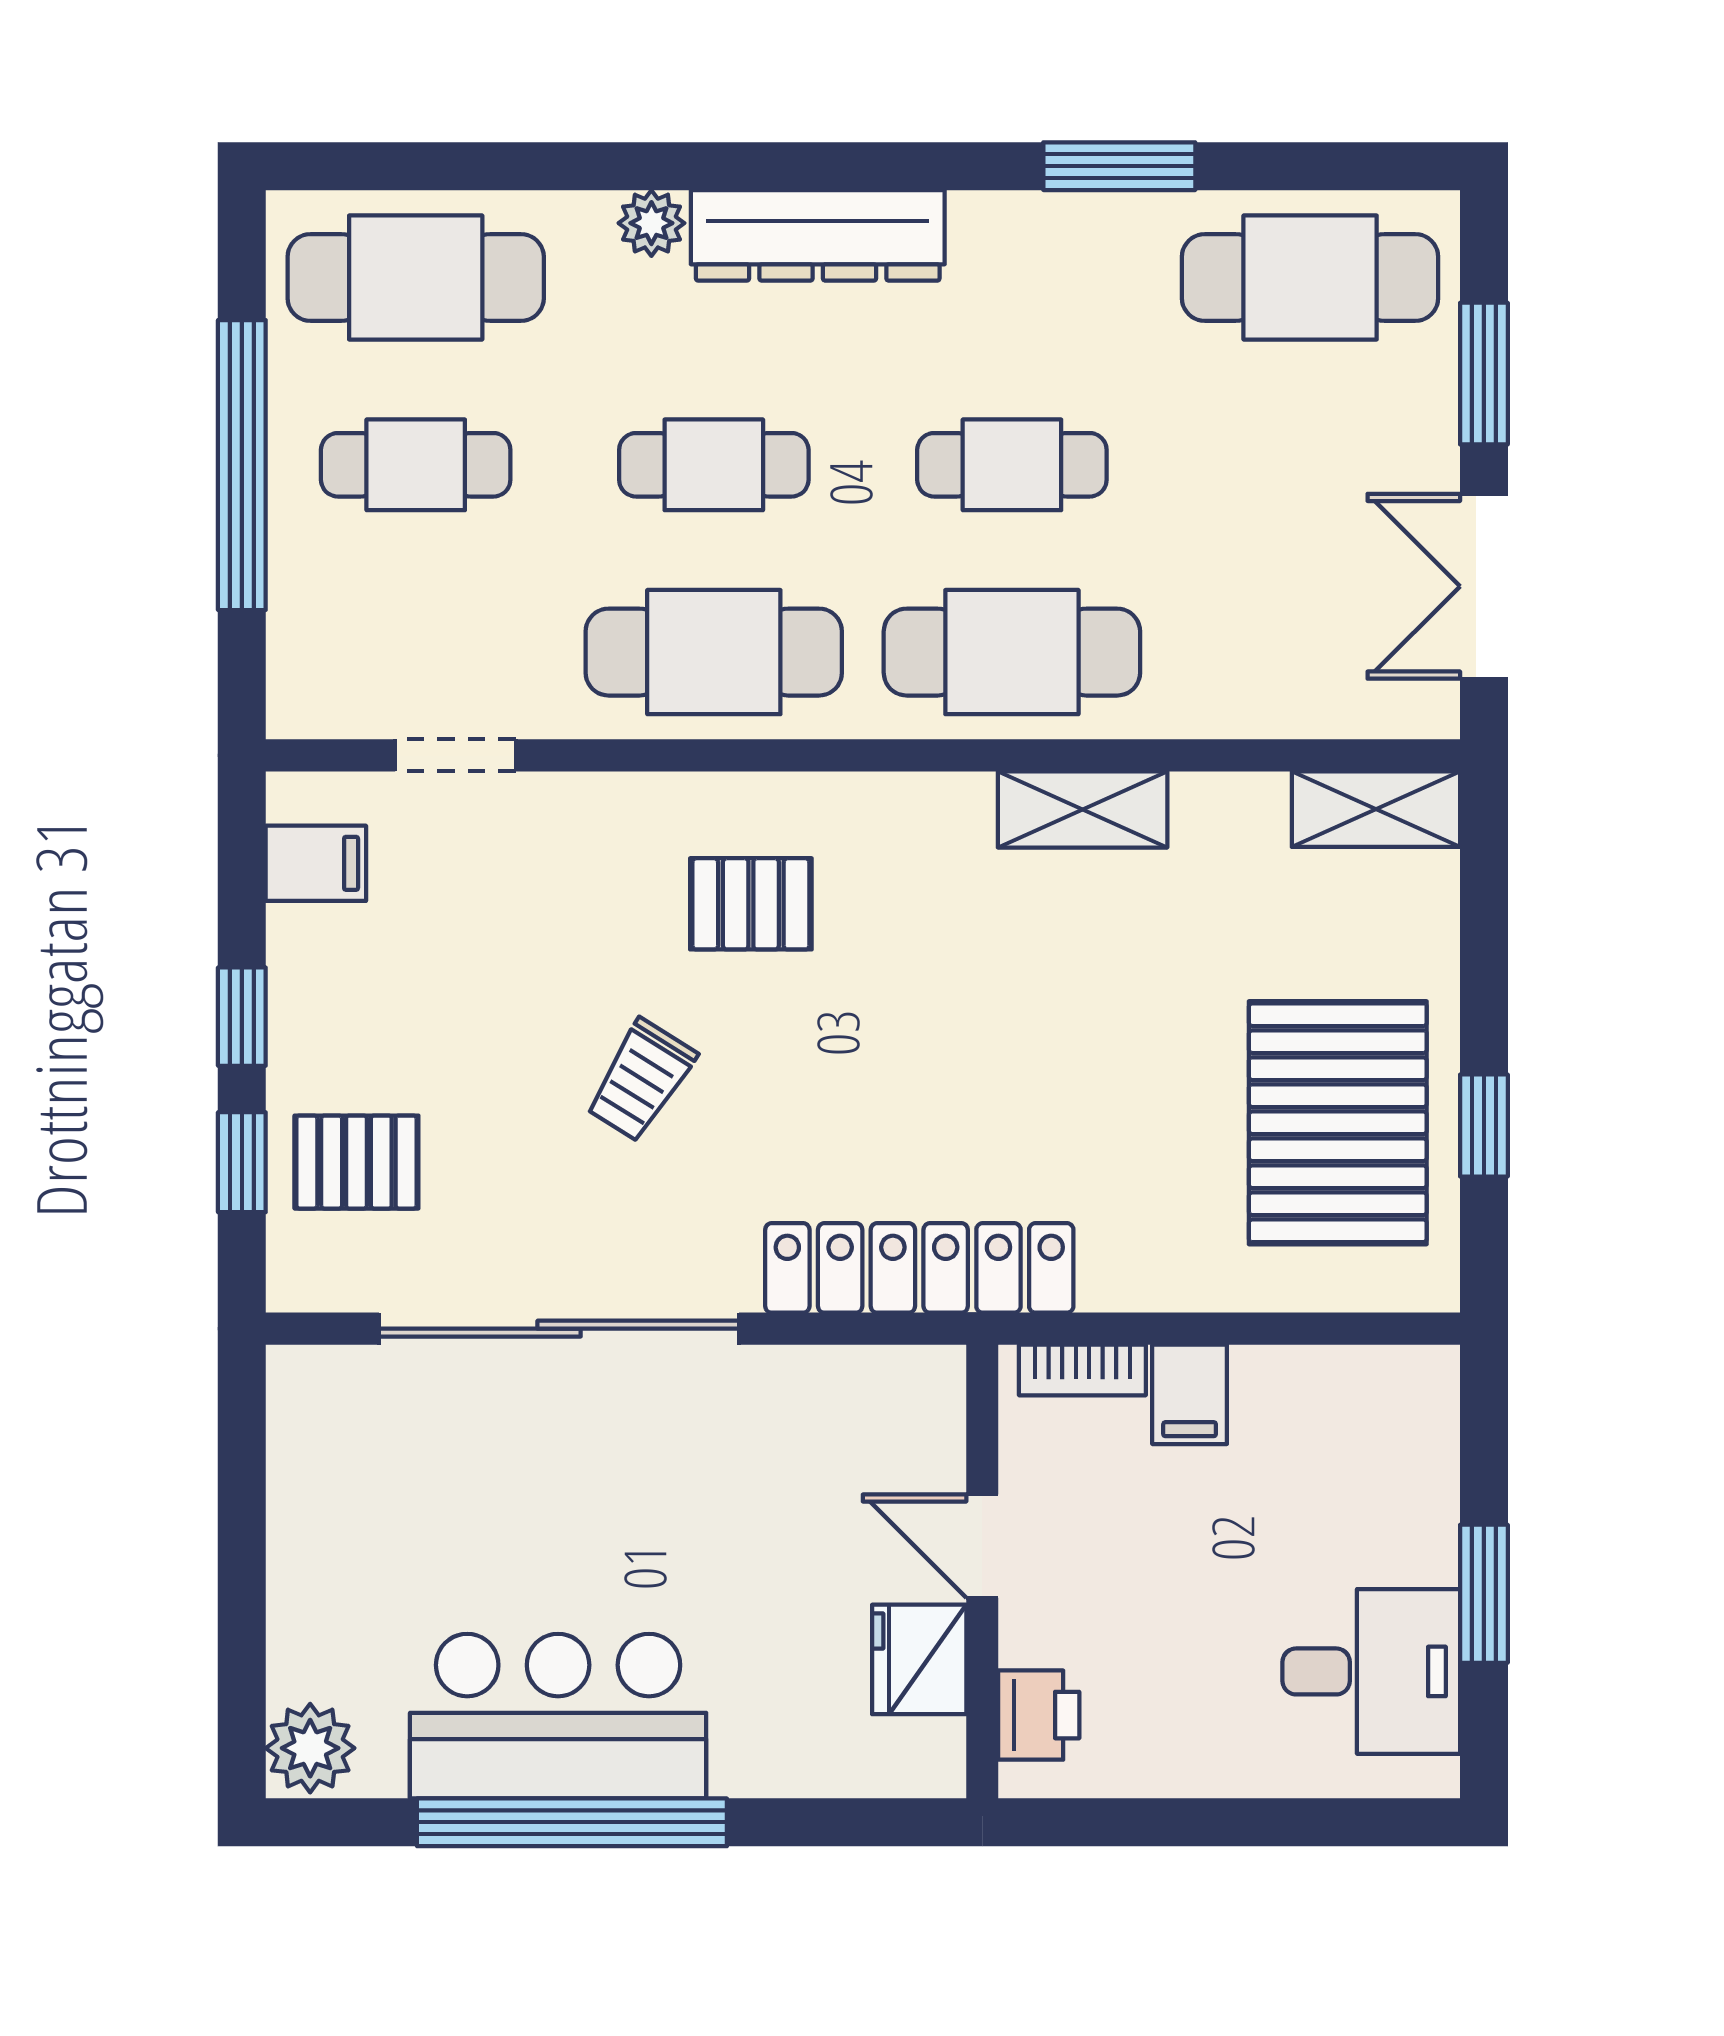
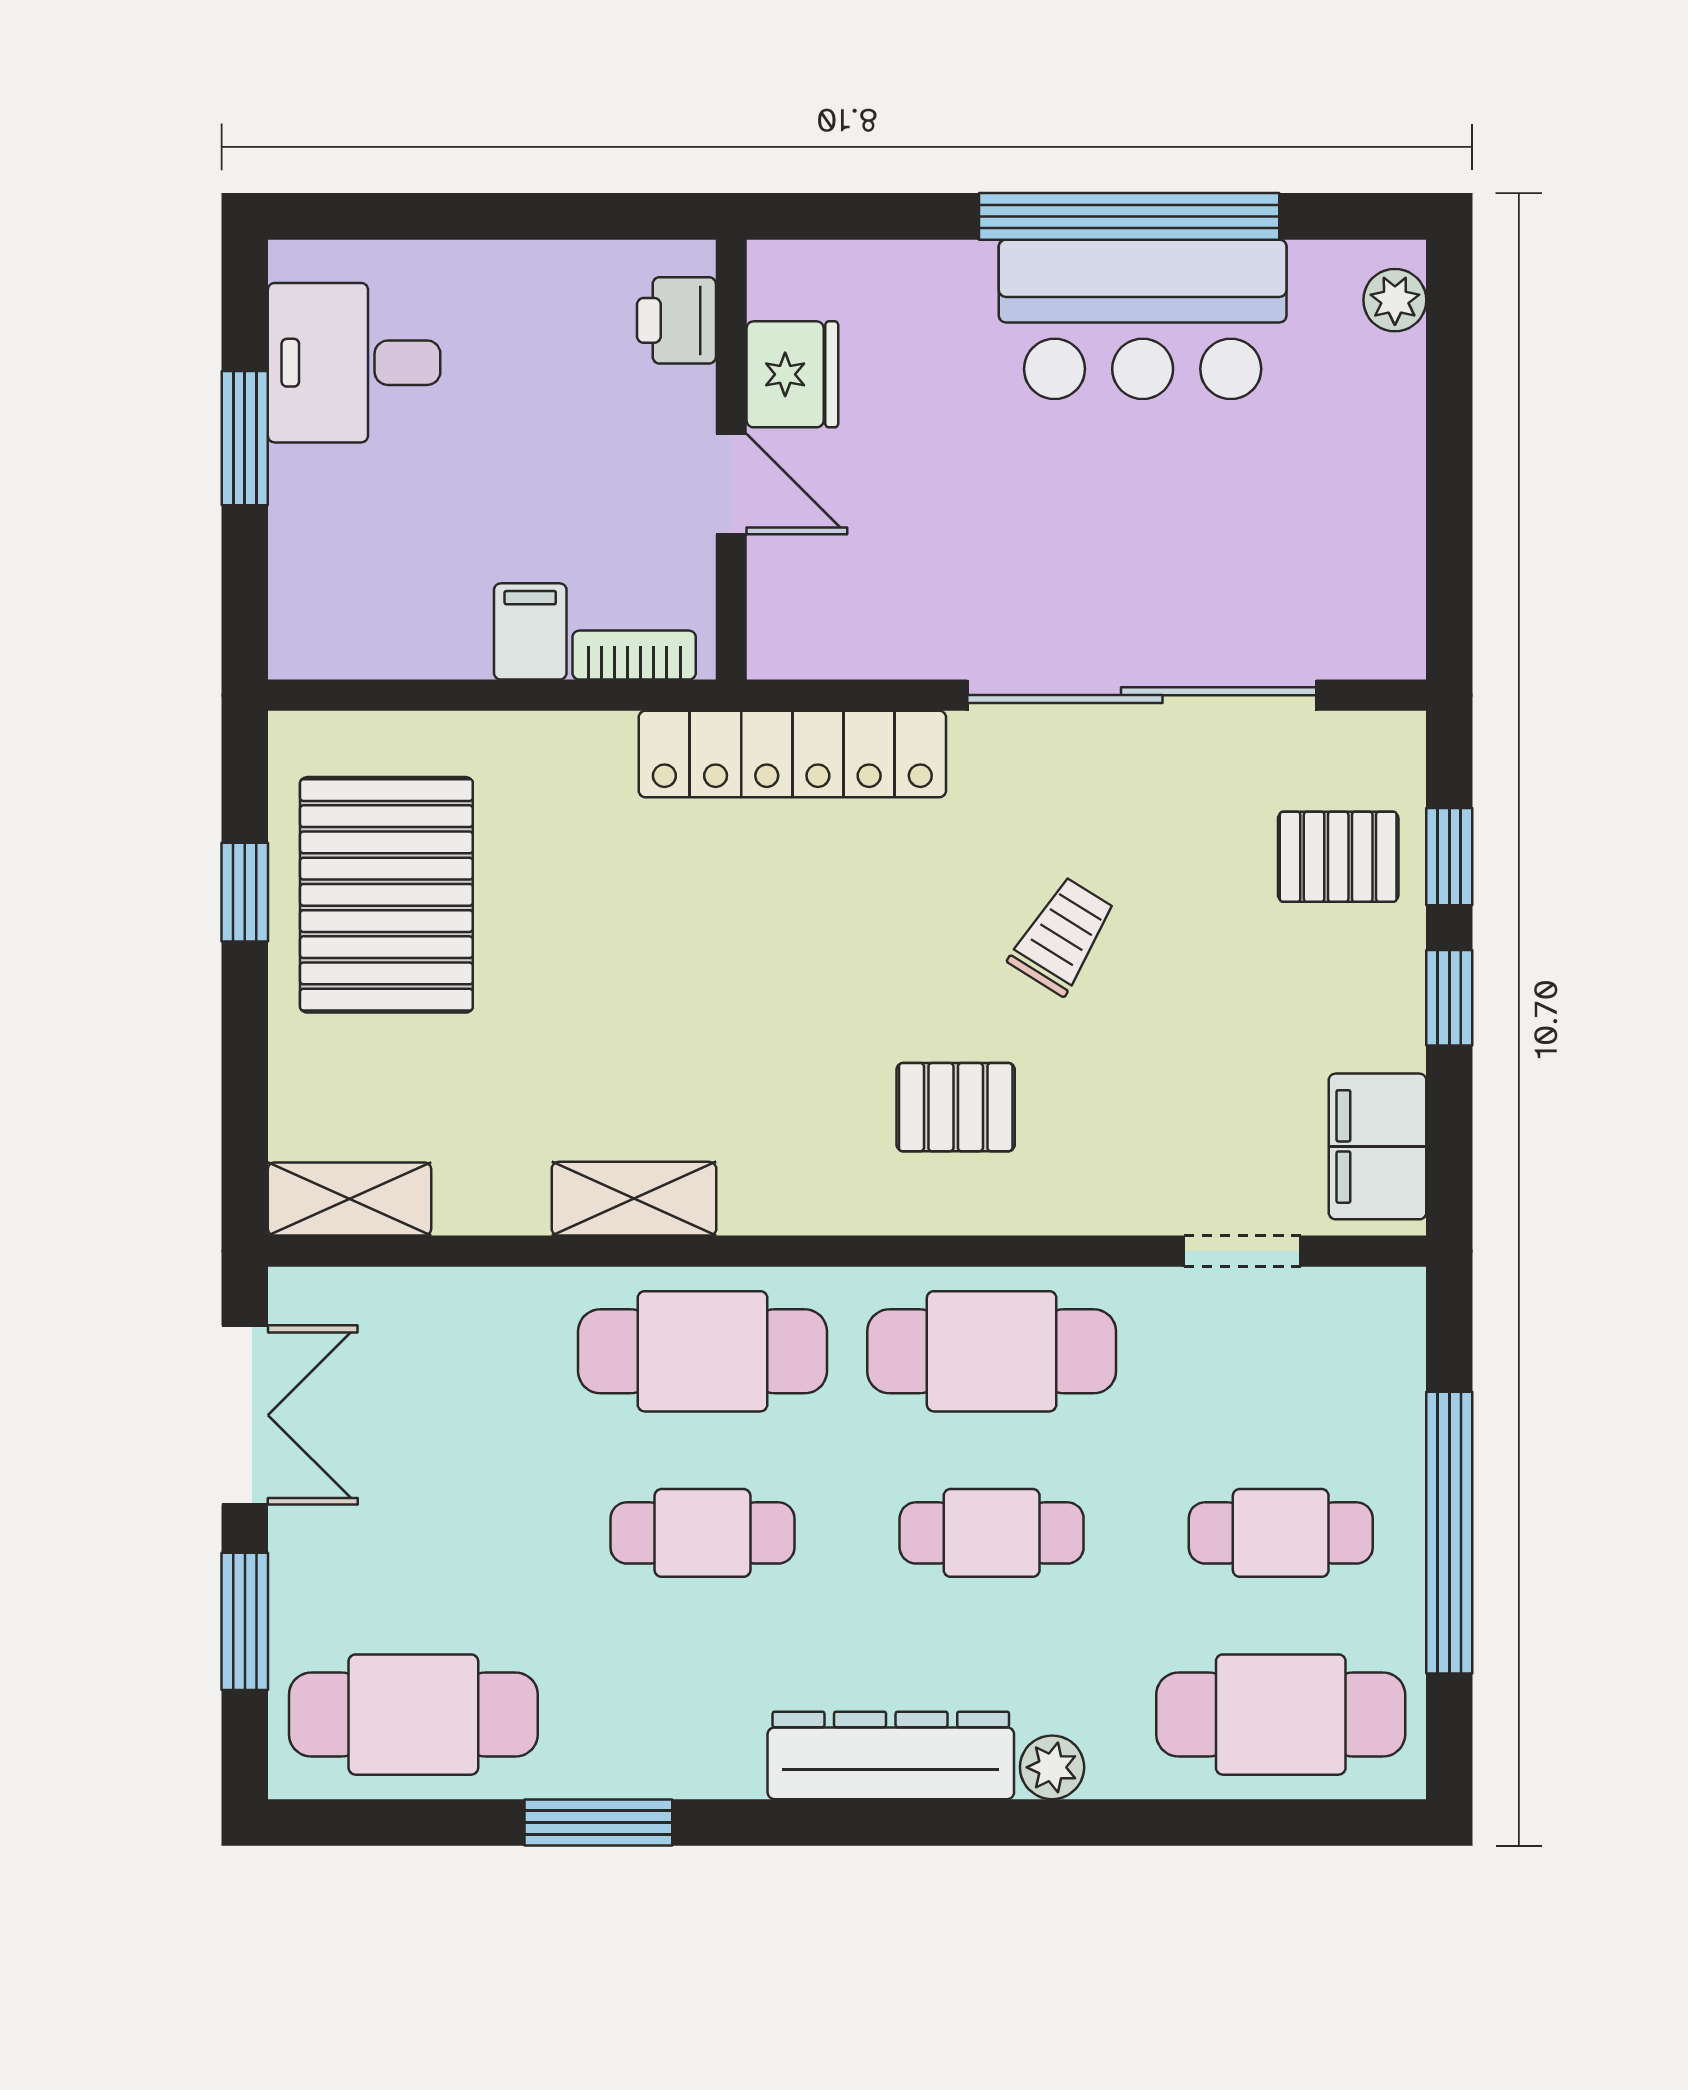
filing cabinet: (316, 863) -> (1377, 1146), width x2.00
plant: (310, 1748) -> (1395, 300), width x0.73, depth x0.73

